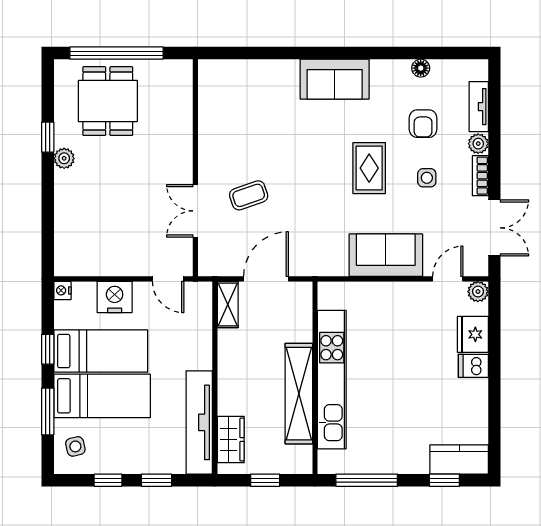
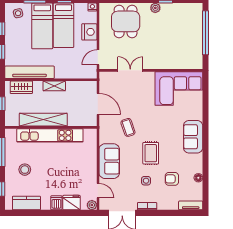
dining table: (108, 101) -> (126, 21), moved, turned 90
tv unit: (479, 107) -> (191, 205), moved
corner sofa: (233, 109) -> (179, 88), added
plant: (478, 144) -> (162, 205), removed
rug: (369, 168) -> (151, 153), turned 90
coffee table: (249, 195) -> (128, 127), moved
shelving: (228, 304) -> (54, 86), moved
stool: (404, 432) -> (25, 170), added
kitchen counter: (459, 459) -> (26, 203), moved, turned -90

